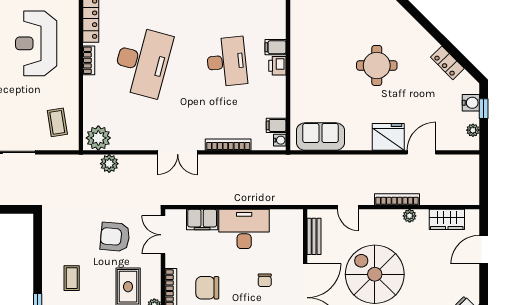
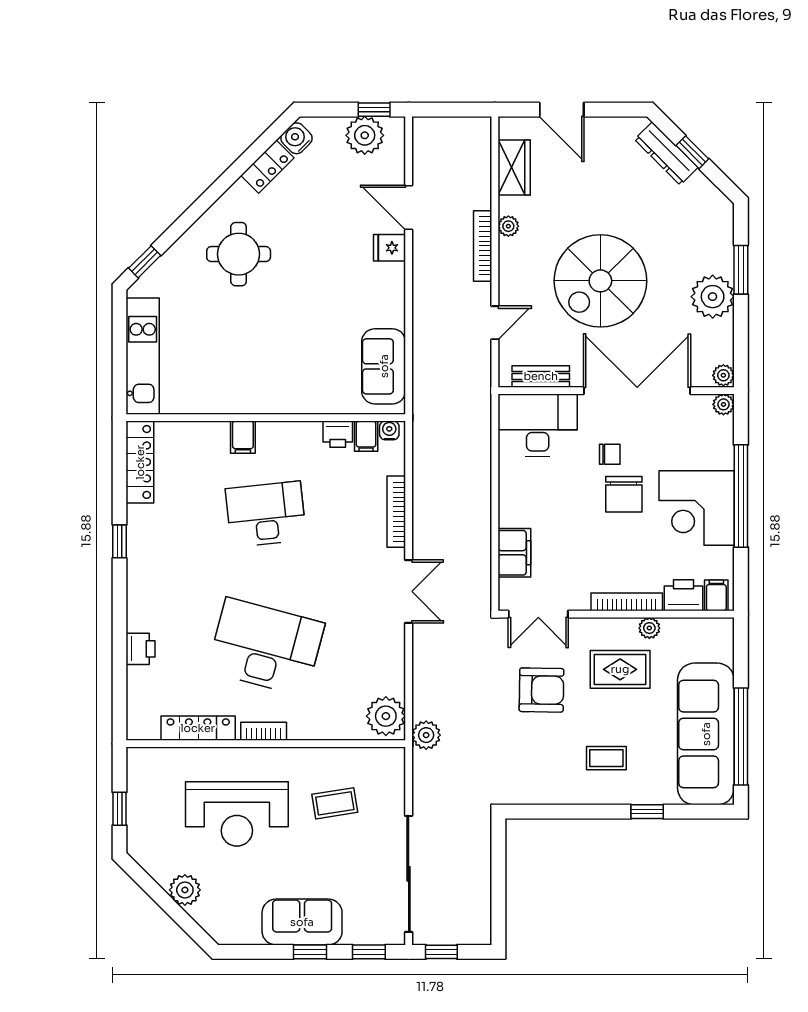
round table: (377, 65) -> (239, 254), moved
printer: (277, 66) -> (338, 434), moved
water cooler: (471, 103) -> (297, 138), moved, turned -45
window: (484, 109) -> (374, 110), moved
coffee table: (57, 122) -> (335, 803), moved
plant: (473, 130) -> (365, 135), width x1.87, depth x1.87
fridge: (388, 137) -> (389, 248), width x0.53, depth x0.75
plant: (109, 164) -> (426, 735), moved
desk: (244, 229) -> (538, 425), moved, turned 90
armchair: (115, 237) -> (541, 690), turned -94
chair: (207, 288) -> (624, 494), moved

